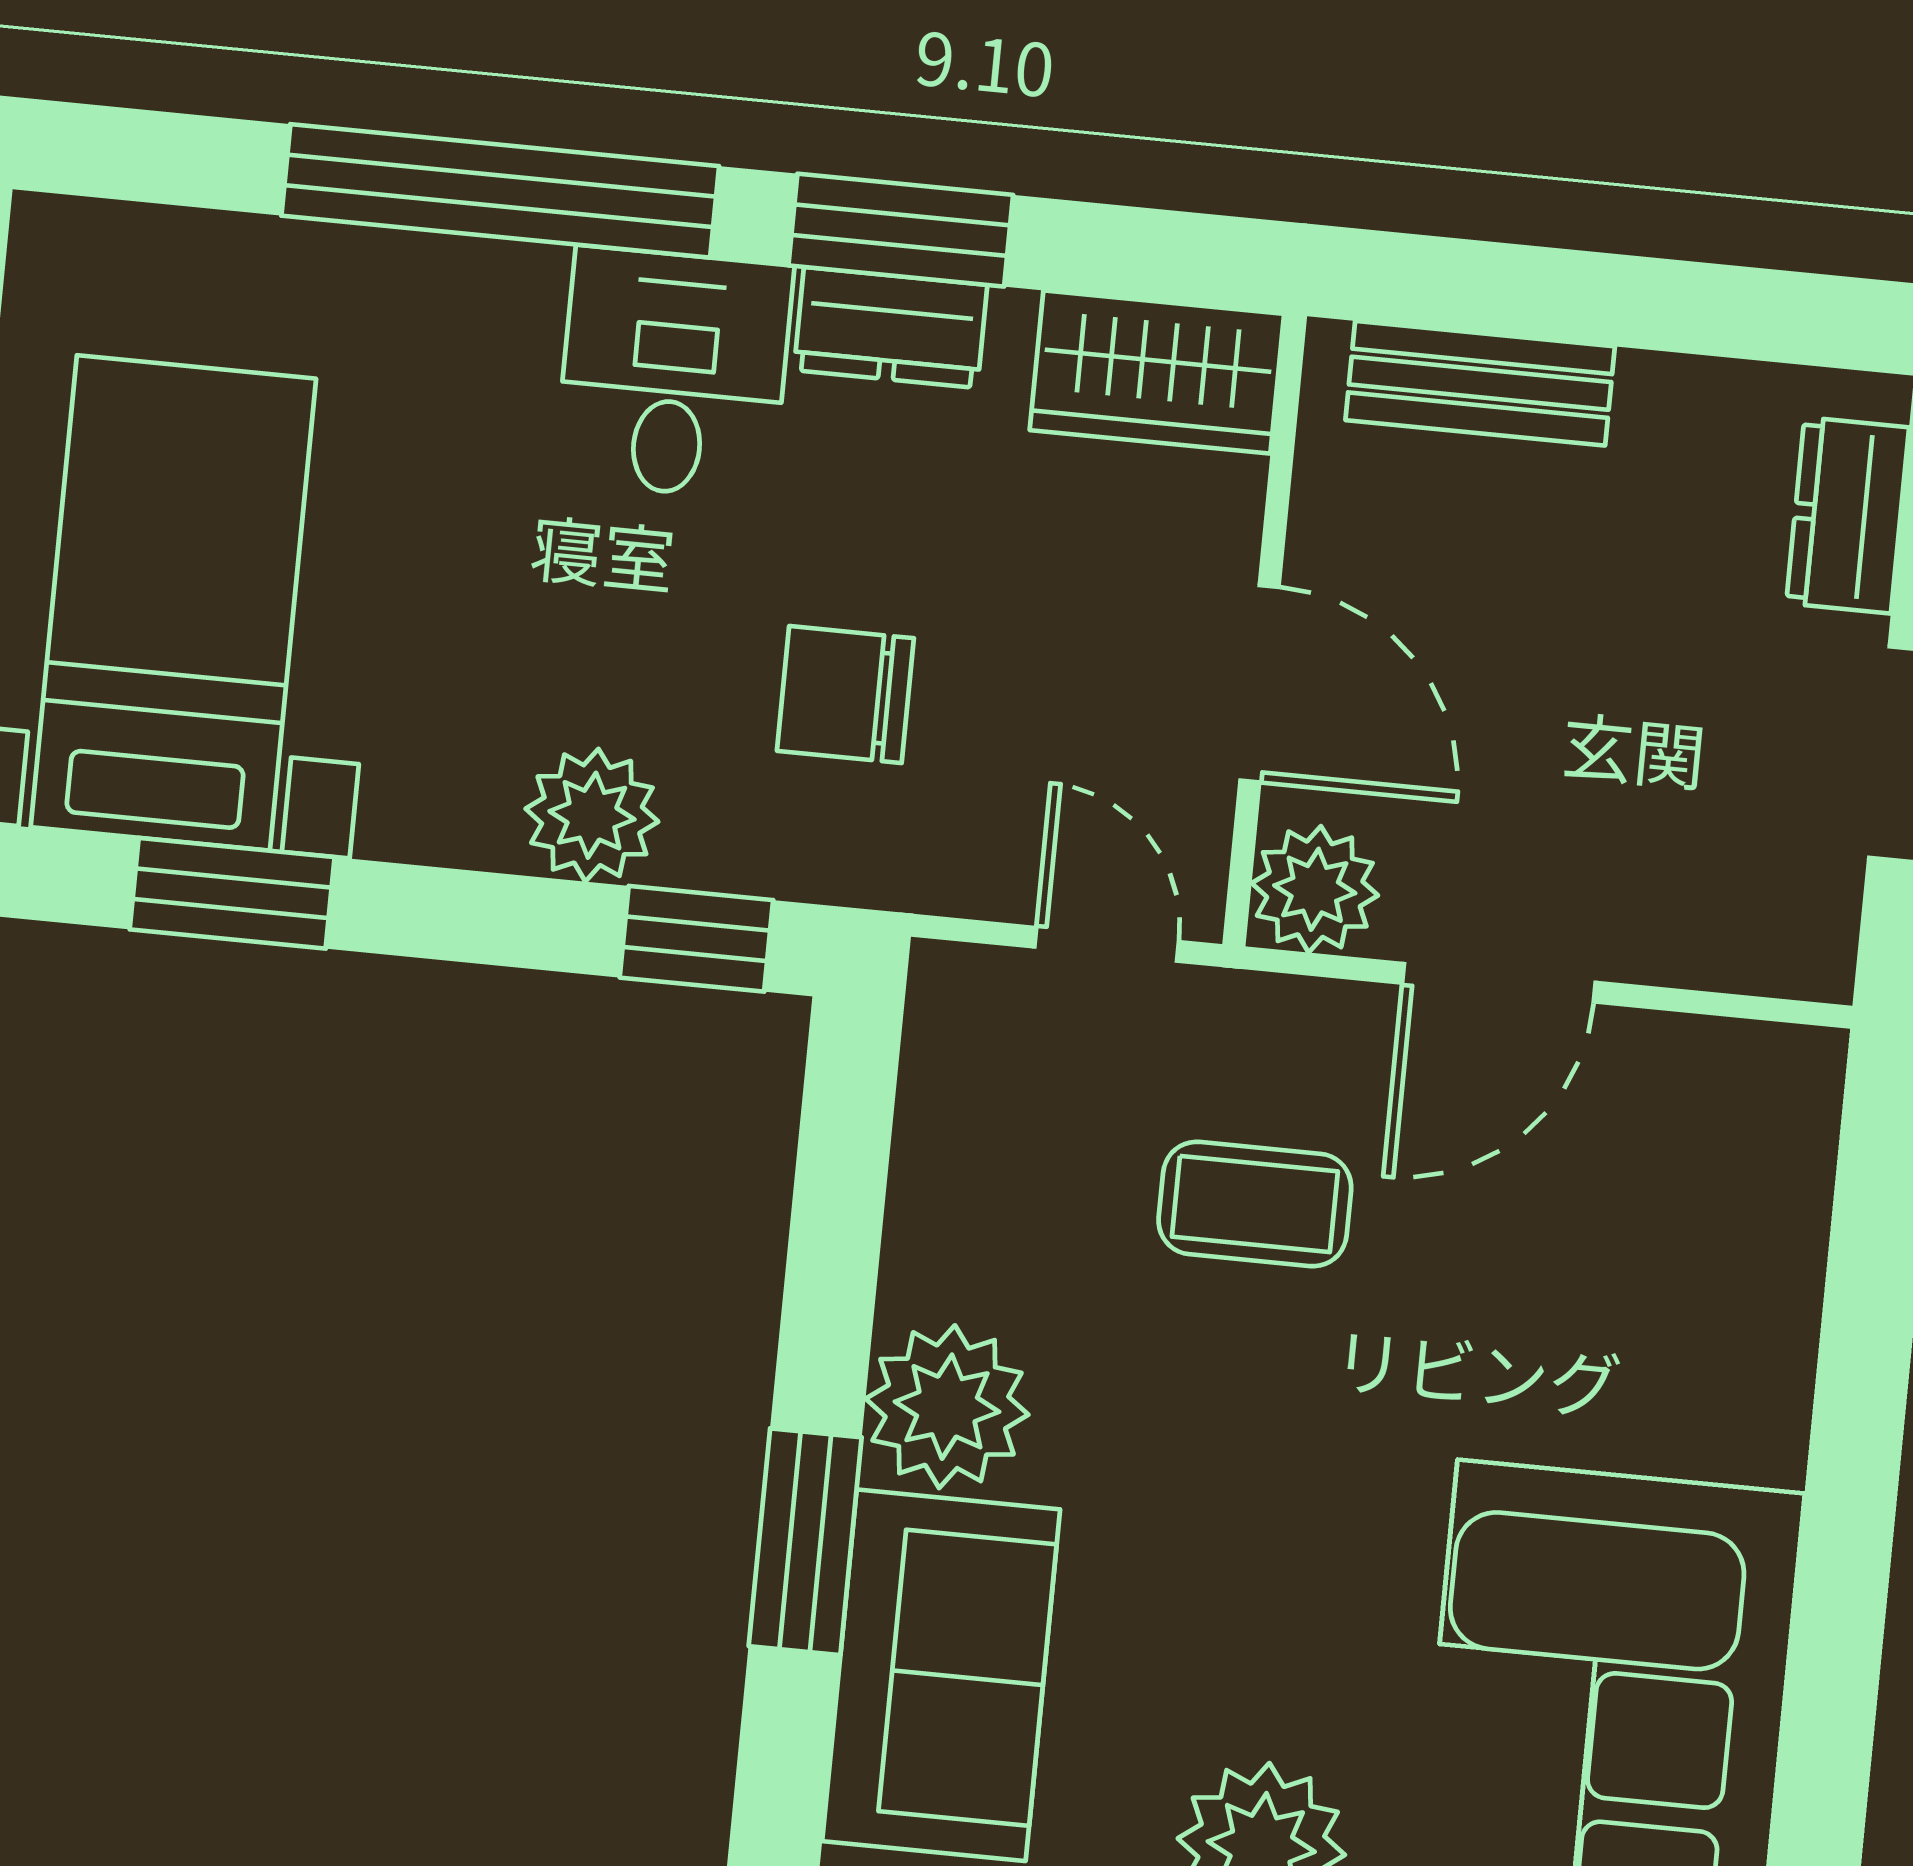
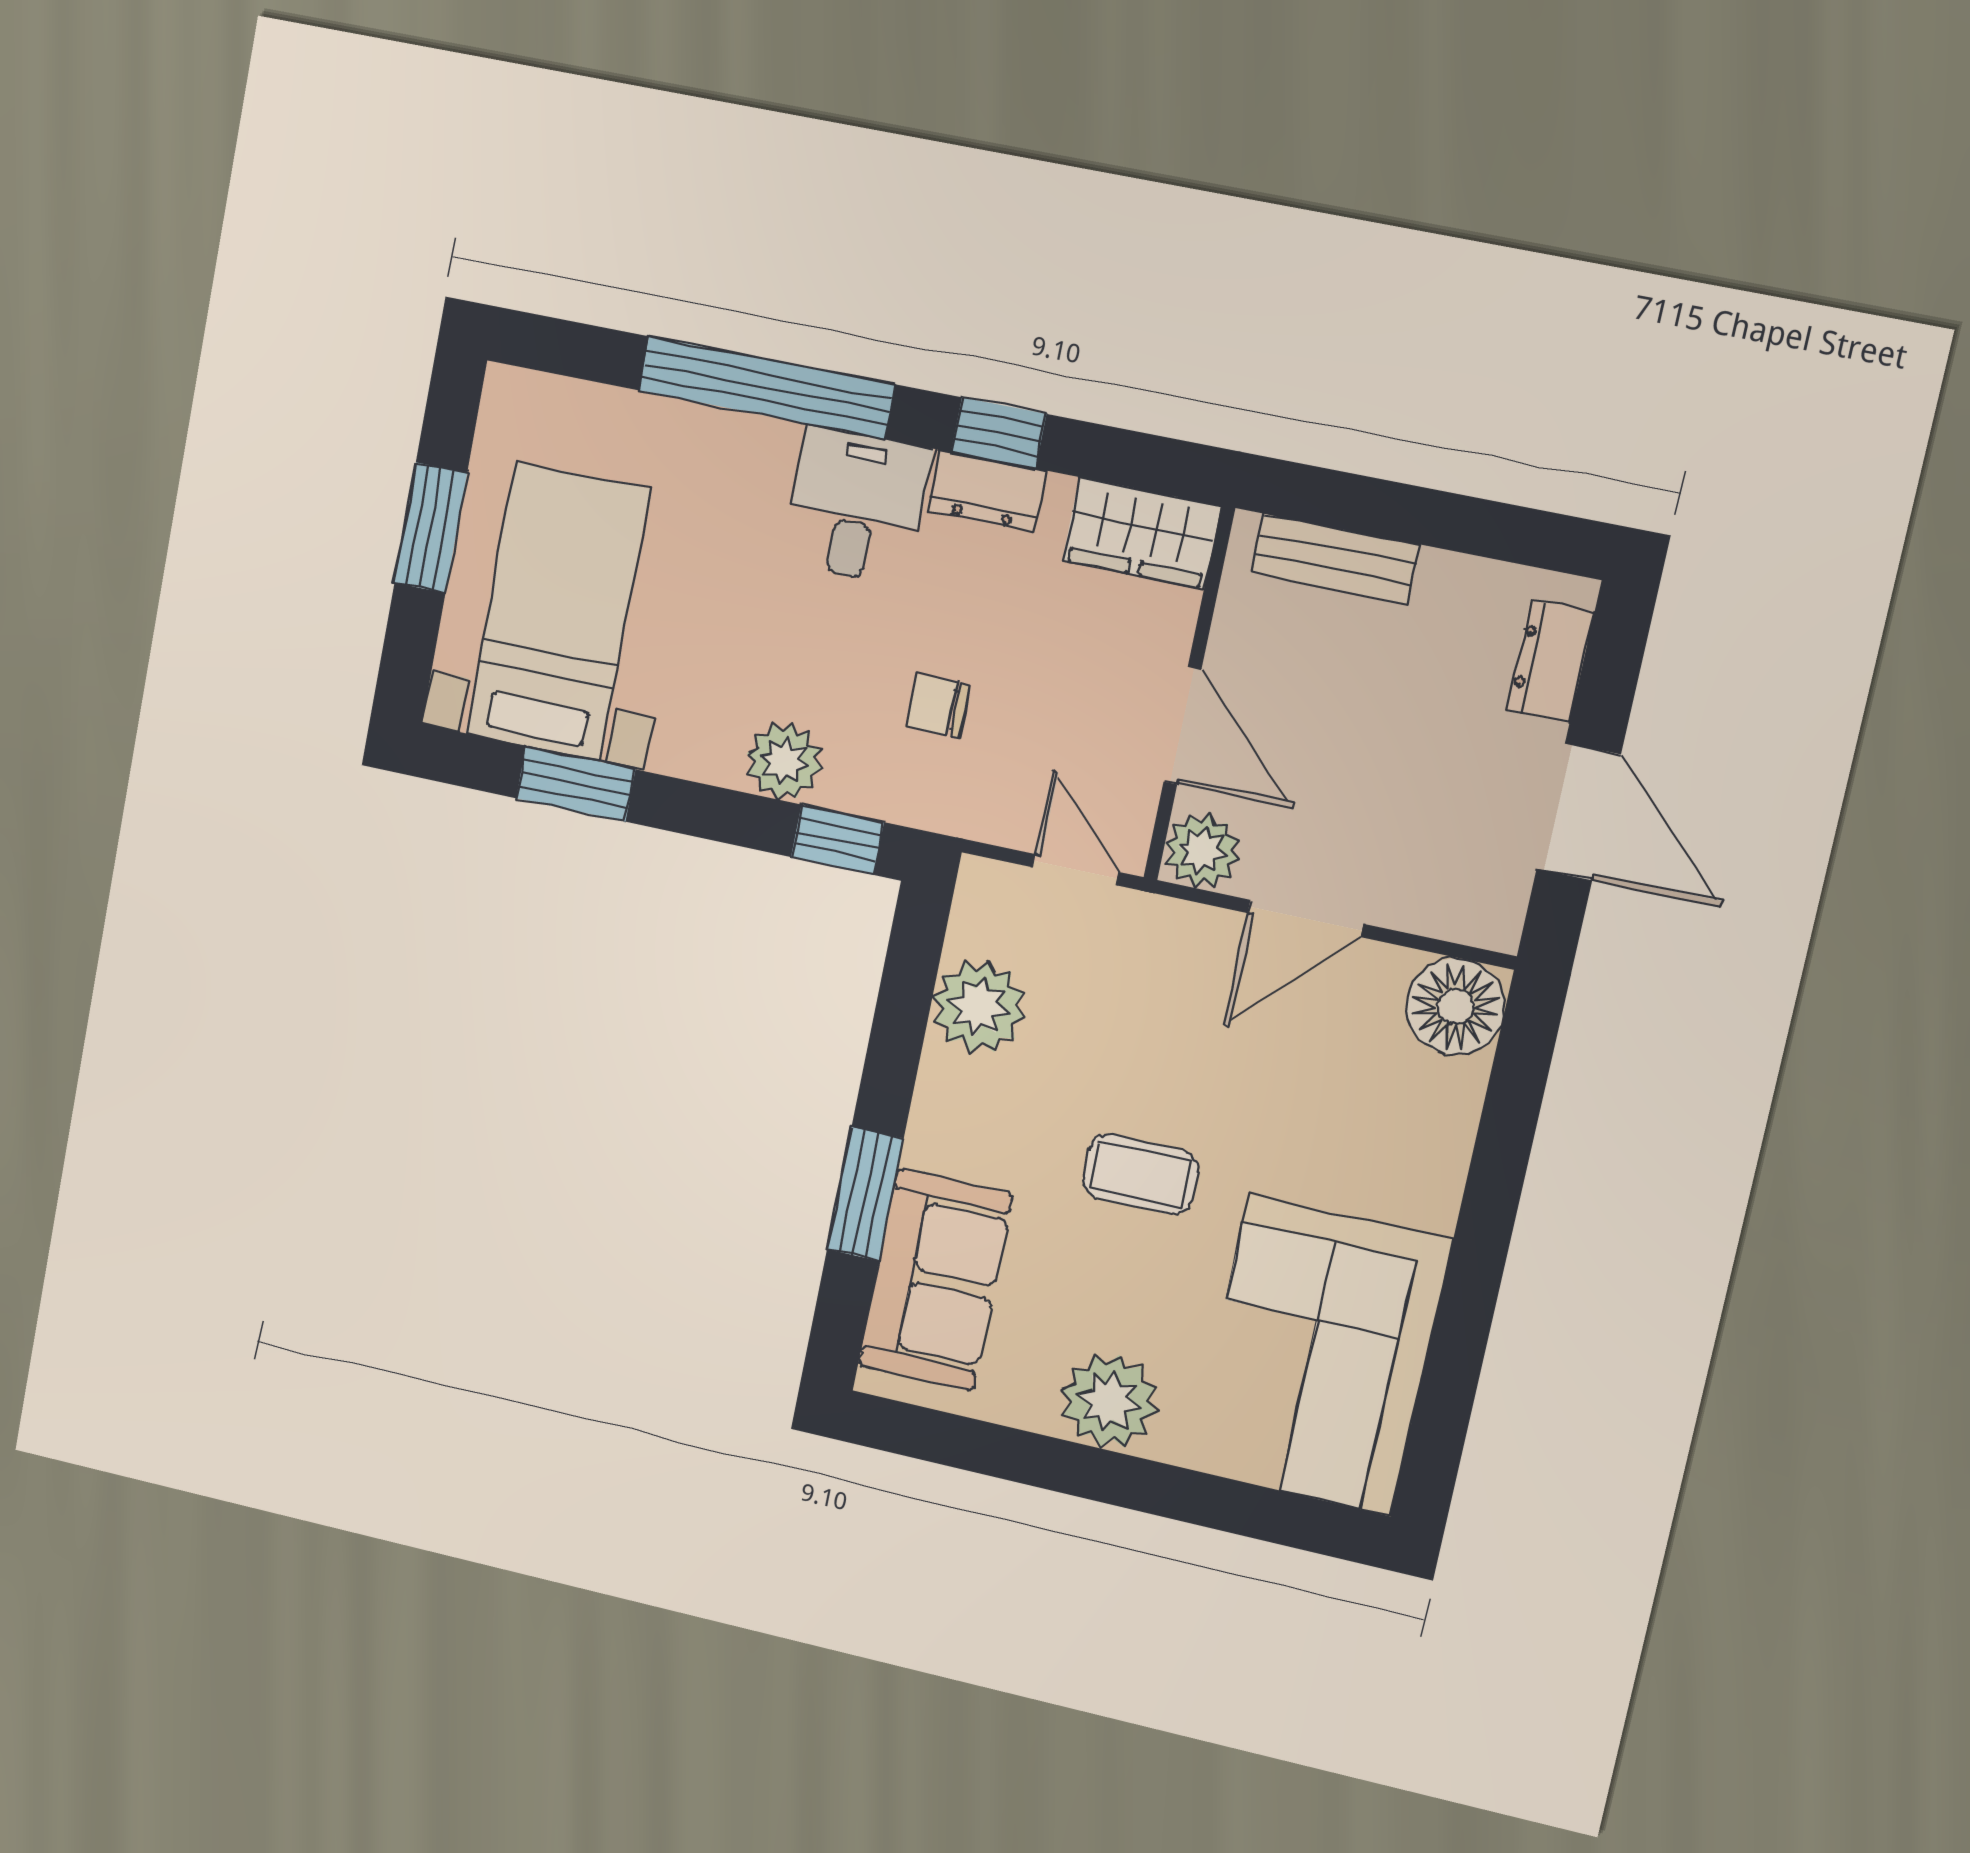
window: (901, 230) -> (999, 433), width x0.67
chair: (845, 695) -> (938, 706), width x0.73, depth x0.73
floor lamp: (1762, 1101) -> (1455, 1007), added
coffee table: (1255, 1204) -> (1140, 1174), moved
plant: (947, 1407) -> (979, 1007), moved

